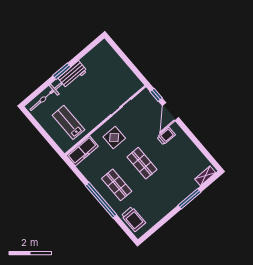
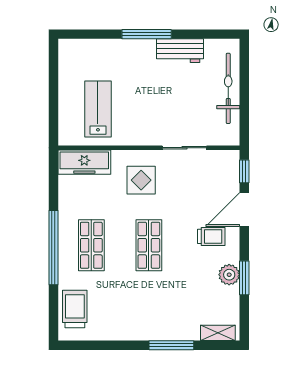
window: (62, 71) -> (147, 34), width x1.44
workbench: (73, 74) -> (180, 51), moved
bicycle: (46, 97) -> (228, 88), moved, turned 90
window: (196, 142) -> (244, 278), added
plant: (188, 146) -> (229, 275), added
trolley: (133, 219) -> (75, 309), turned 180

